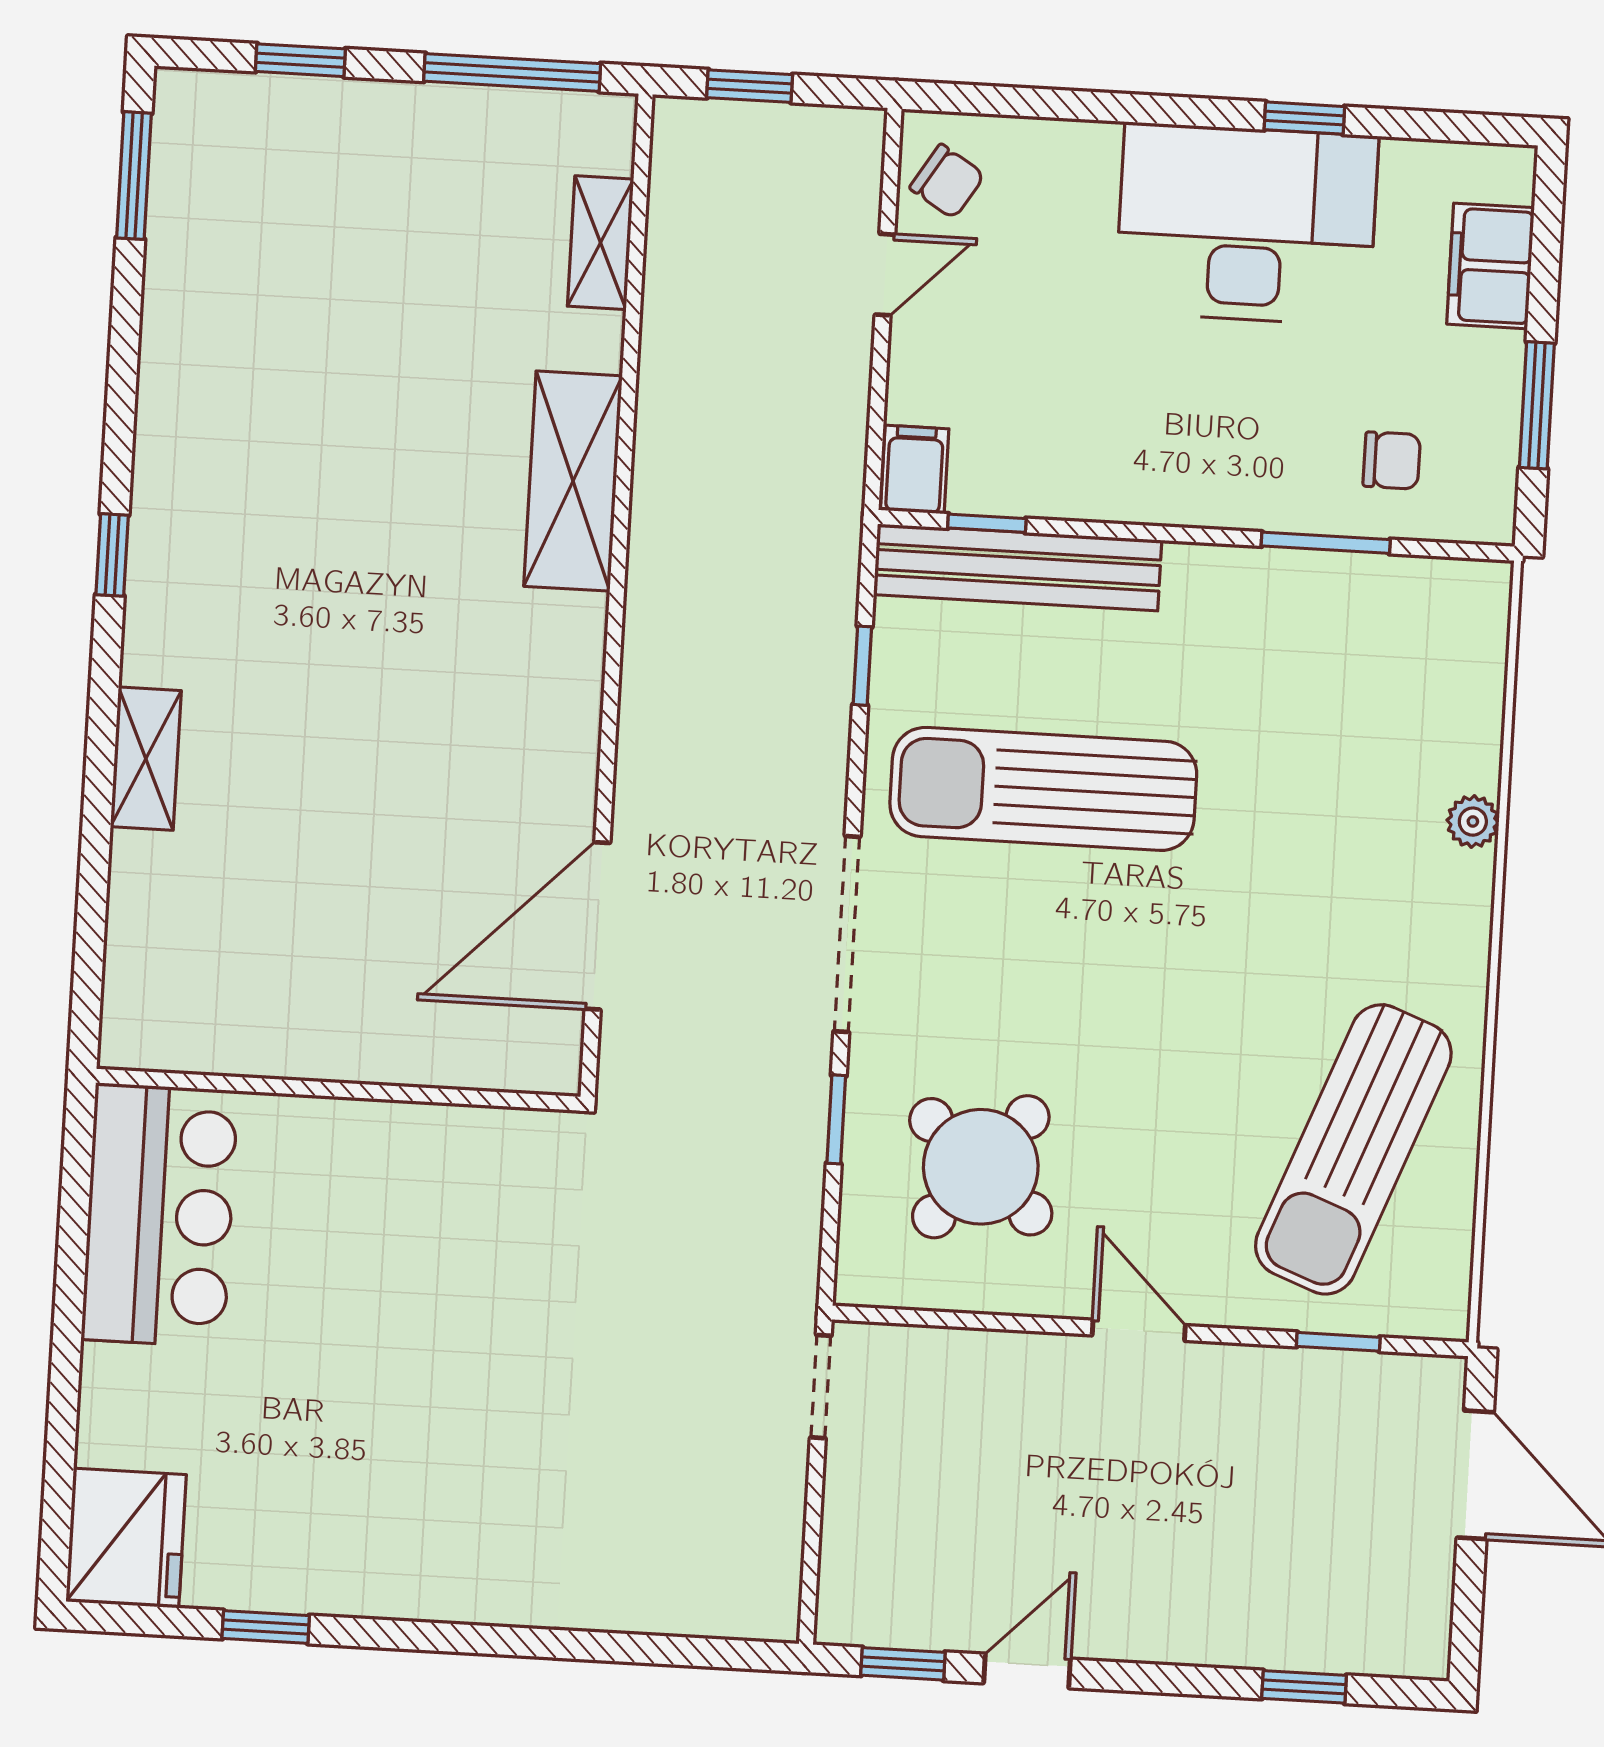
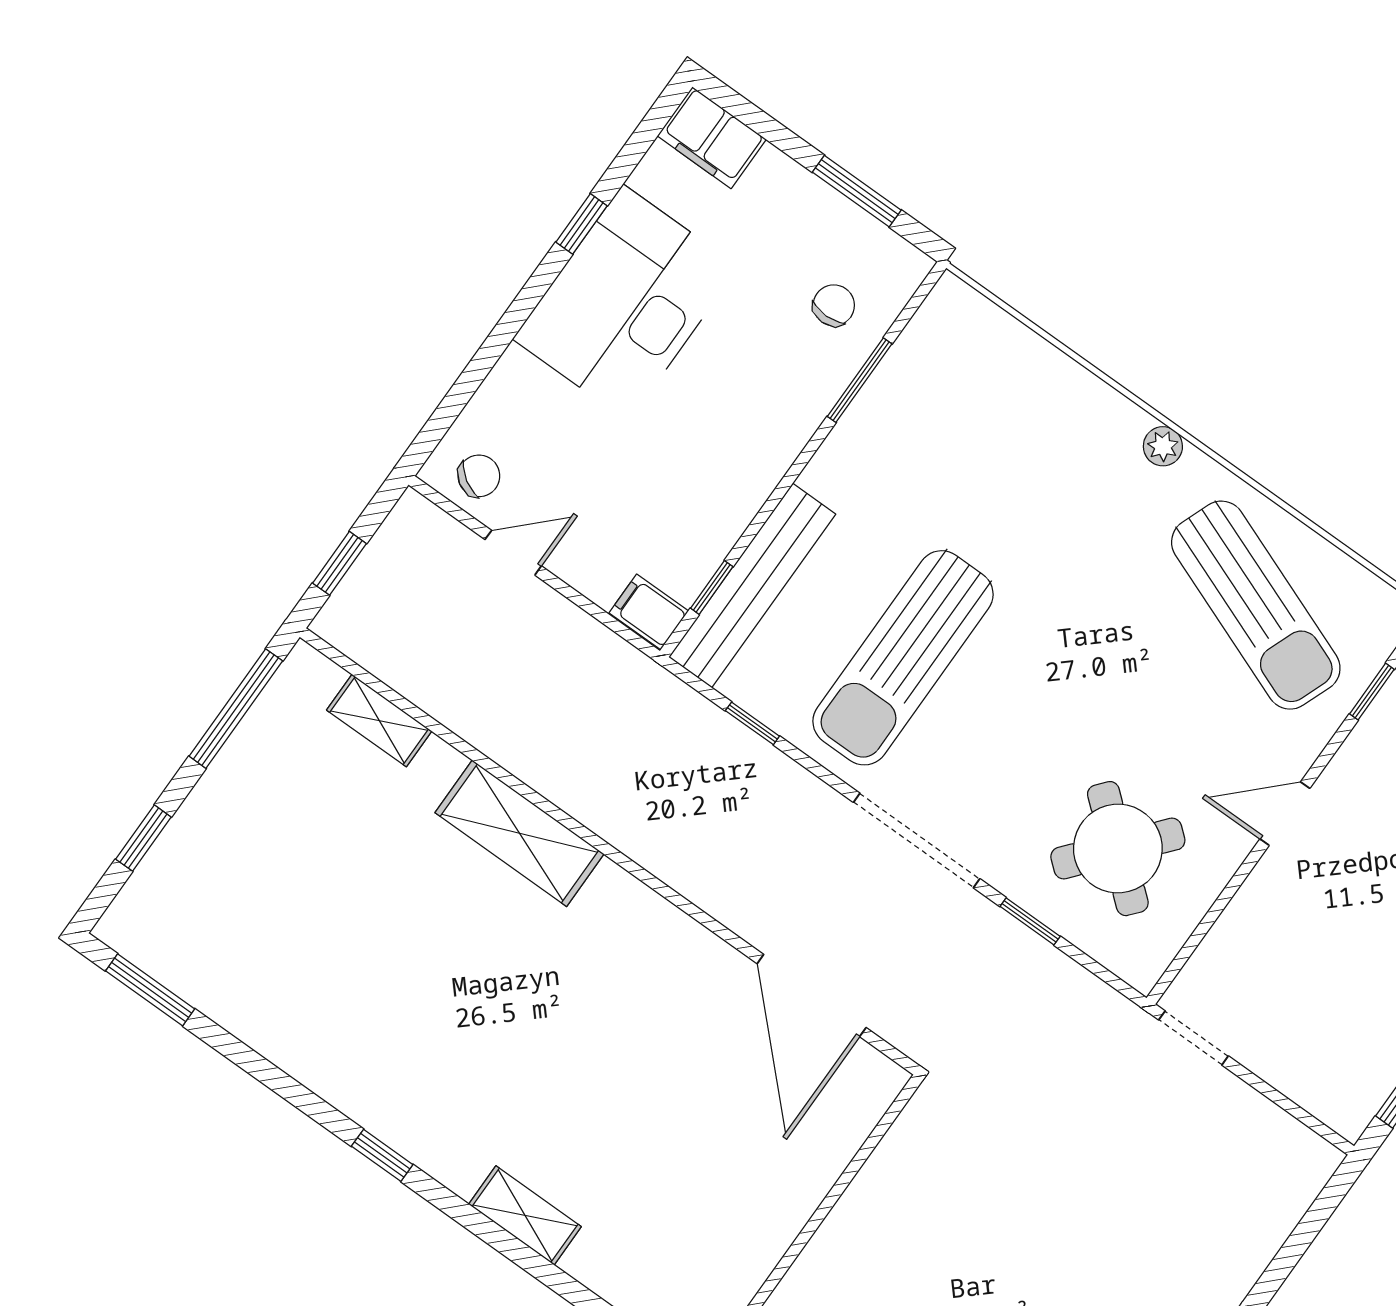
filing cabinet: (1491, 266) -> (712, 138), moved
door: (885, 275) -> (513, 553), hinge flipped
plant: (1473, 822) -> (1163, 446), moved

